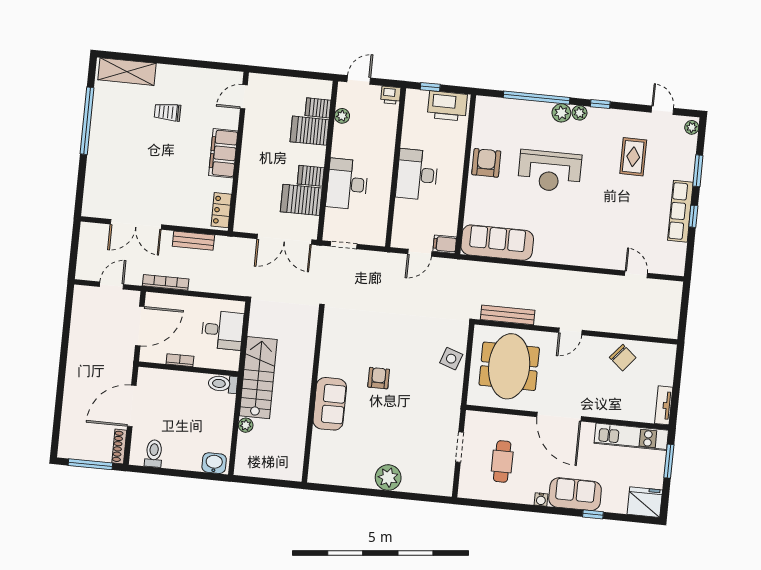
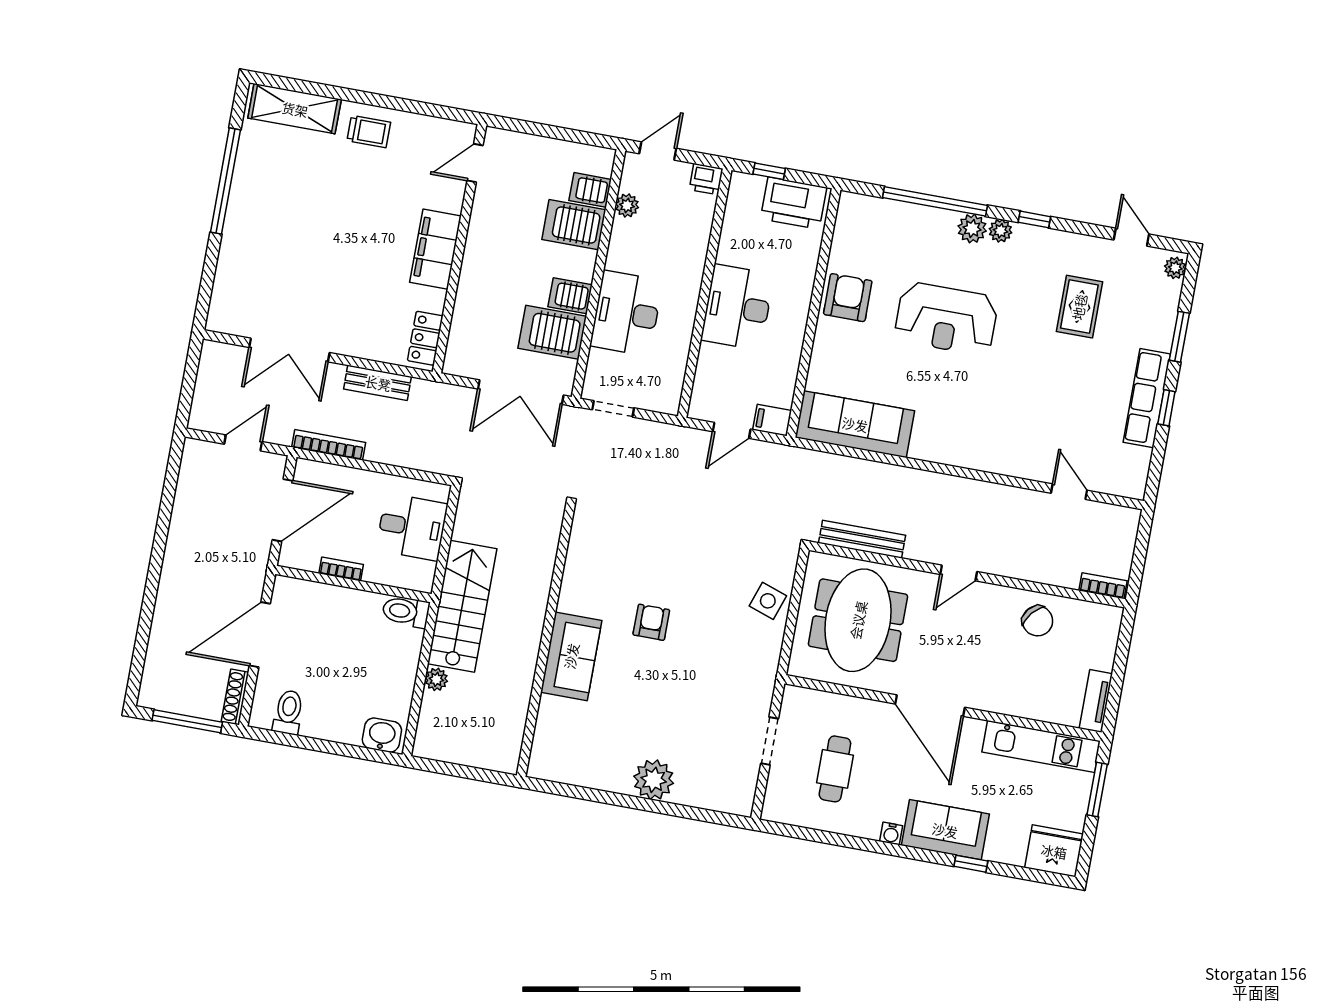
trolley: (167, 112) -> (369, 131), moved, turned 180
bookcase: (662, 332) -> (1103, 586), added

